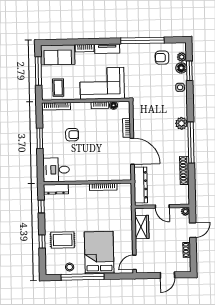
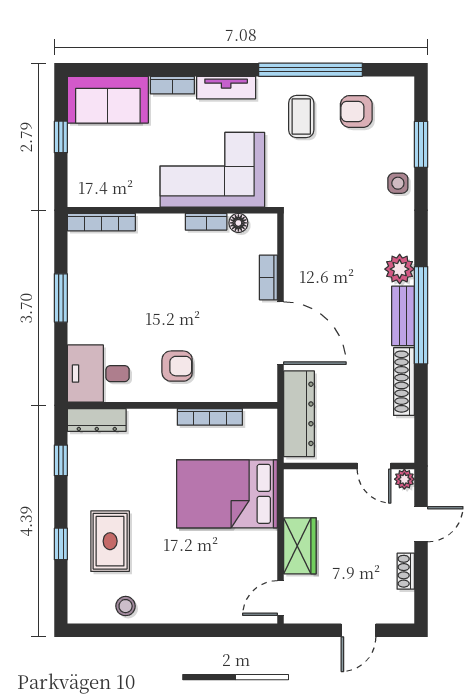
plant: (182, 57) -> (403, 111), removed
floor lamp: (181, 68) -> (402, 137), removed
window: (38, 71) -> (61, 137), width x0.46
coffee table: (58, 88) -> (301, 117), moved
armchair: (72, 135) -> (177, 366), moved
bench: (183, 143) -> (403, 316), added
door: (162, 206) -> (374, 466), moved
wardrobe: (142, 227) -> (300, 546), moved
rug: (63, 240) -> (110, 541), turned 90
bed: (99, 253) -> (227, 494), moved, turned -90
window: (83, 277) -> (156, 630), removed

